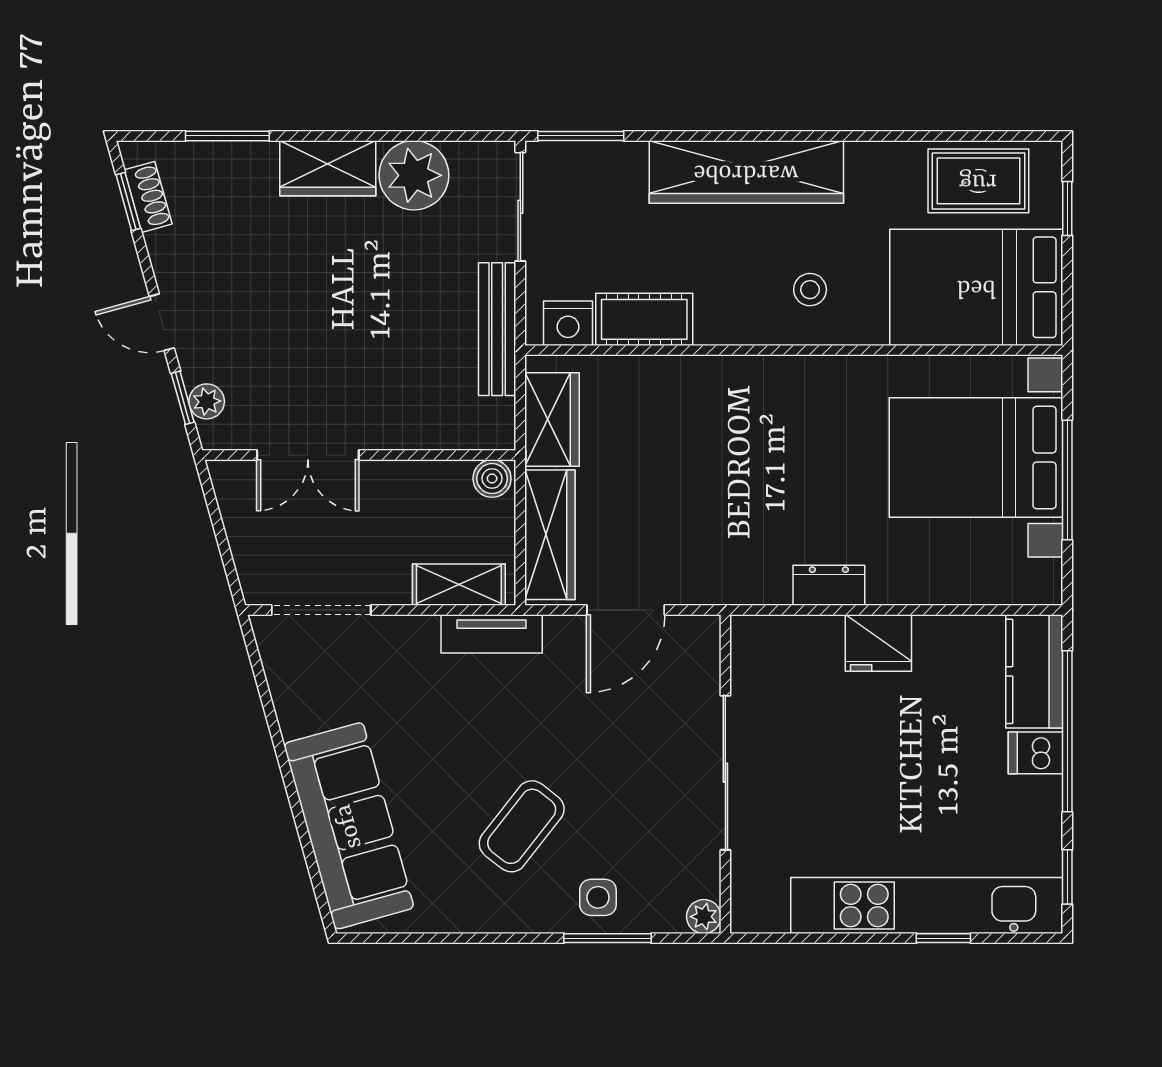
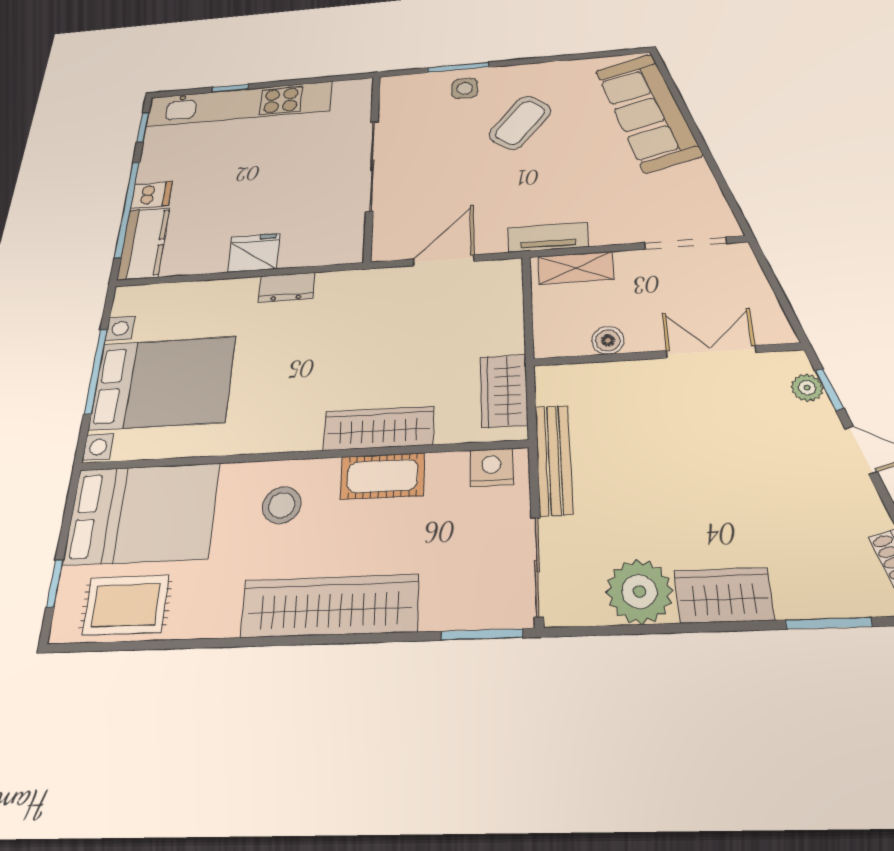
stool: (810, 290) -> (282, 505), width x1.37, depth x1.37
cot: (644, 319) -> (382, 476), moved
boiler: (492, 479) -> (608, 340), moved
wardrobe: (550, 535) -> (379, 428), moved, turned 90
plant: (704, 917) -> (391, 85), removed

